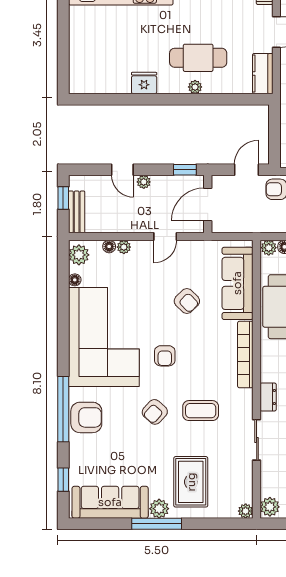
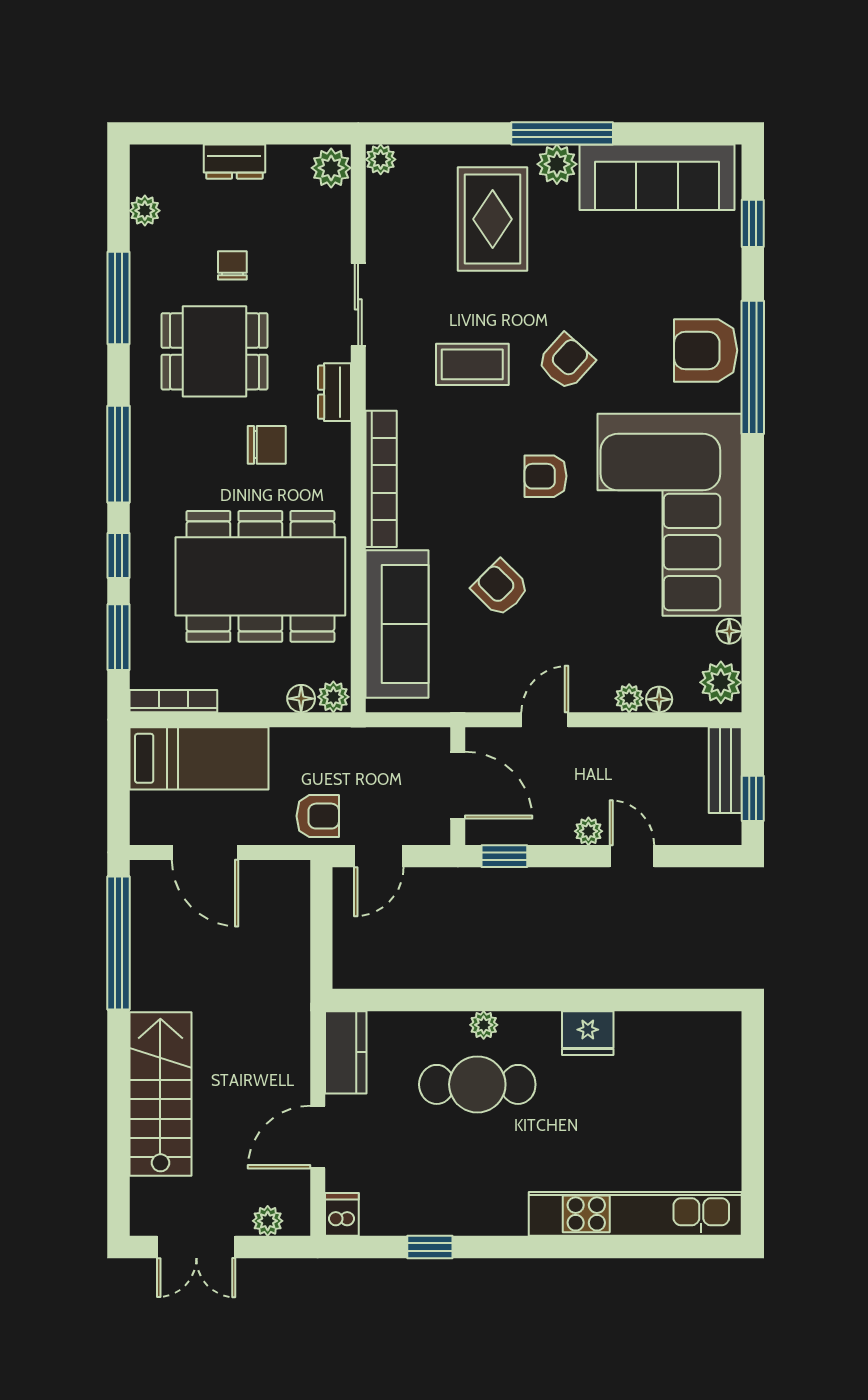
door: (208, 204) -> (458, 785), hinge flipped
armchair: (165, 356) -> (546, 476), turned -90

